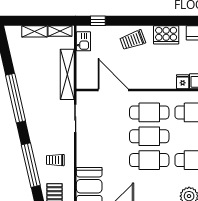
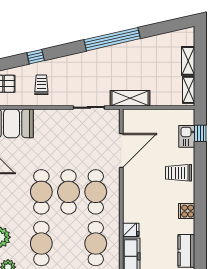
cooker: (166, 35) -> (187, 211), width x0.53, depth x0.76
trolley: (133, 40) -> (178, 173), turned -70
kitchen sink: (83, 41) -> (187, 136), moved, turned 90
shelving: (67, 74) -> (130, 98), width x0.68
window: (31, 165) -> (36, 57), width x0.32

